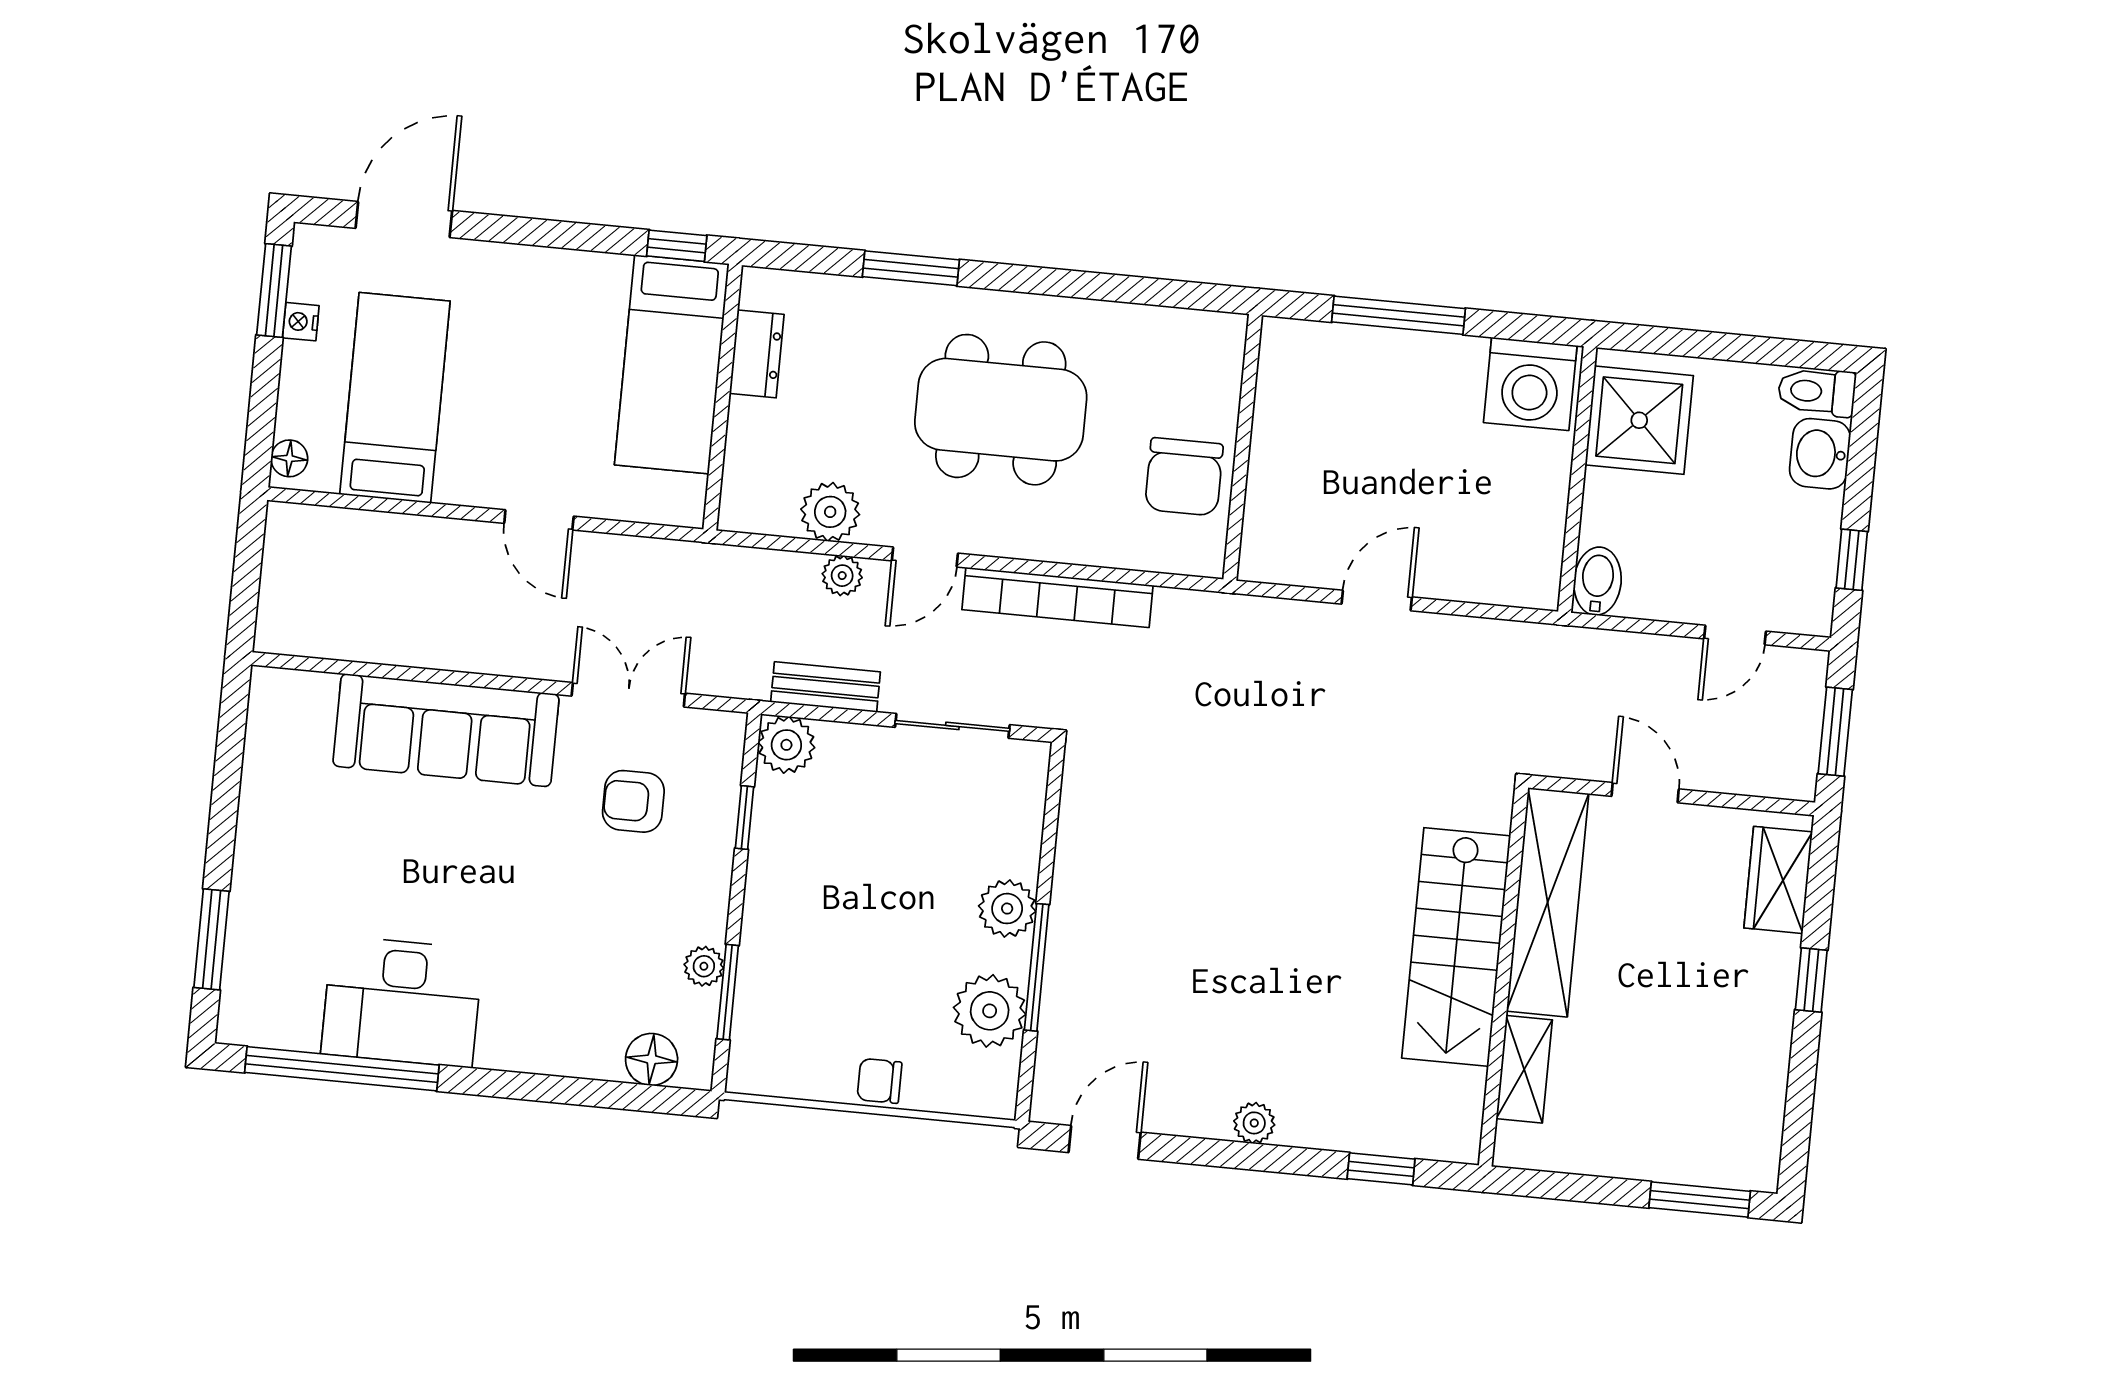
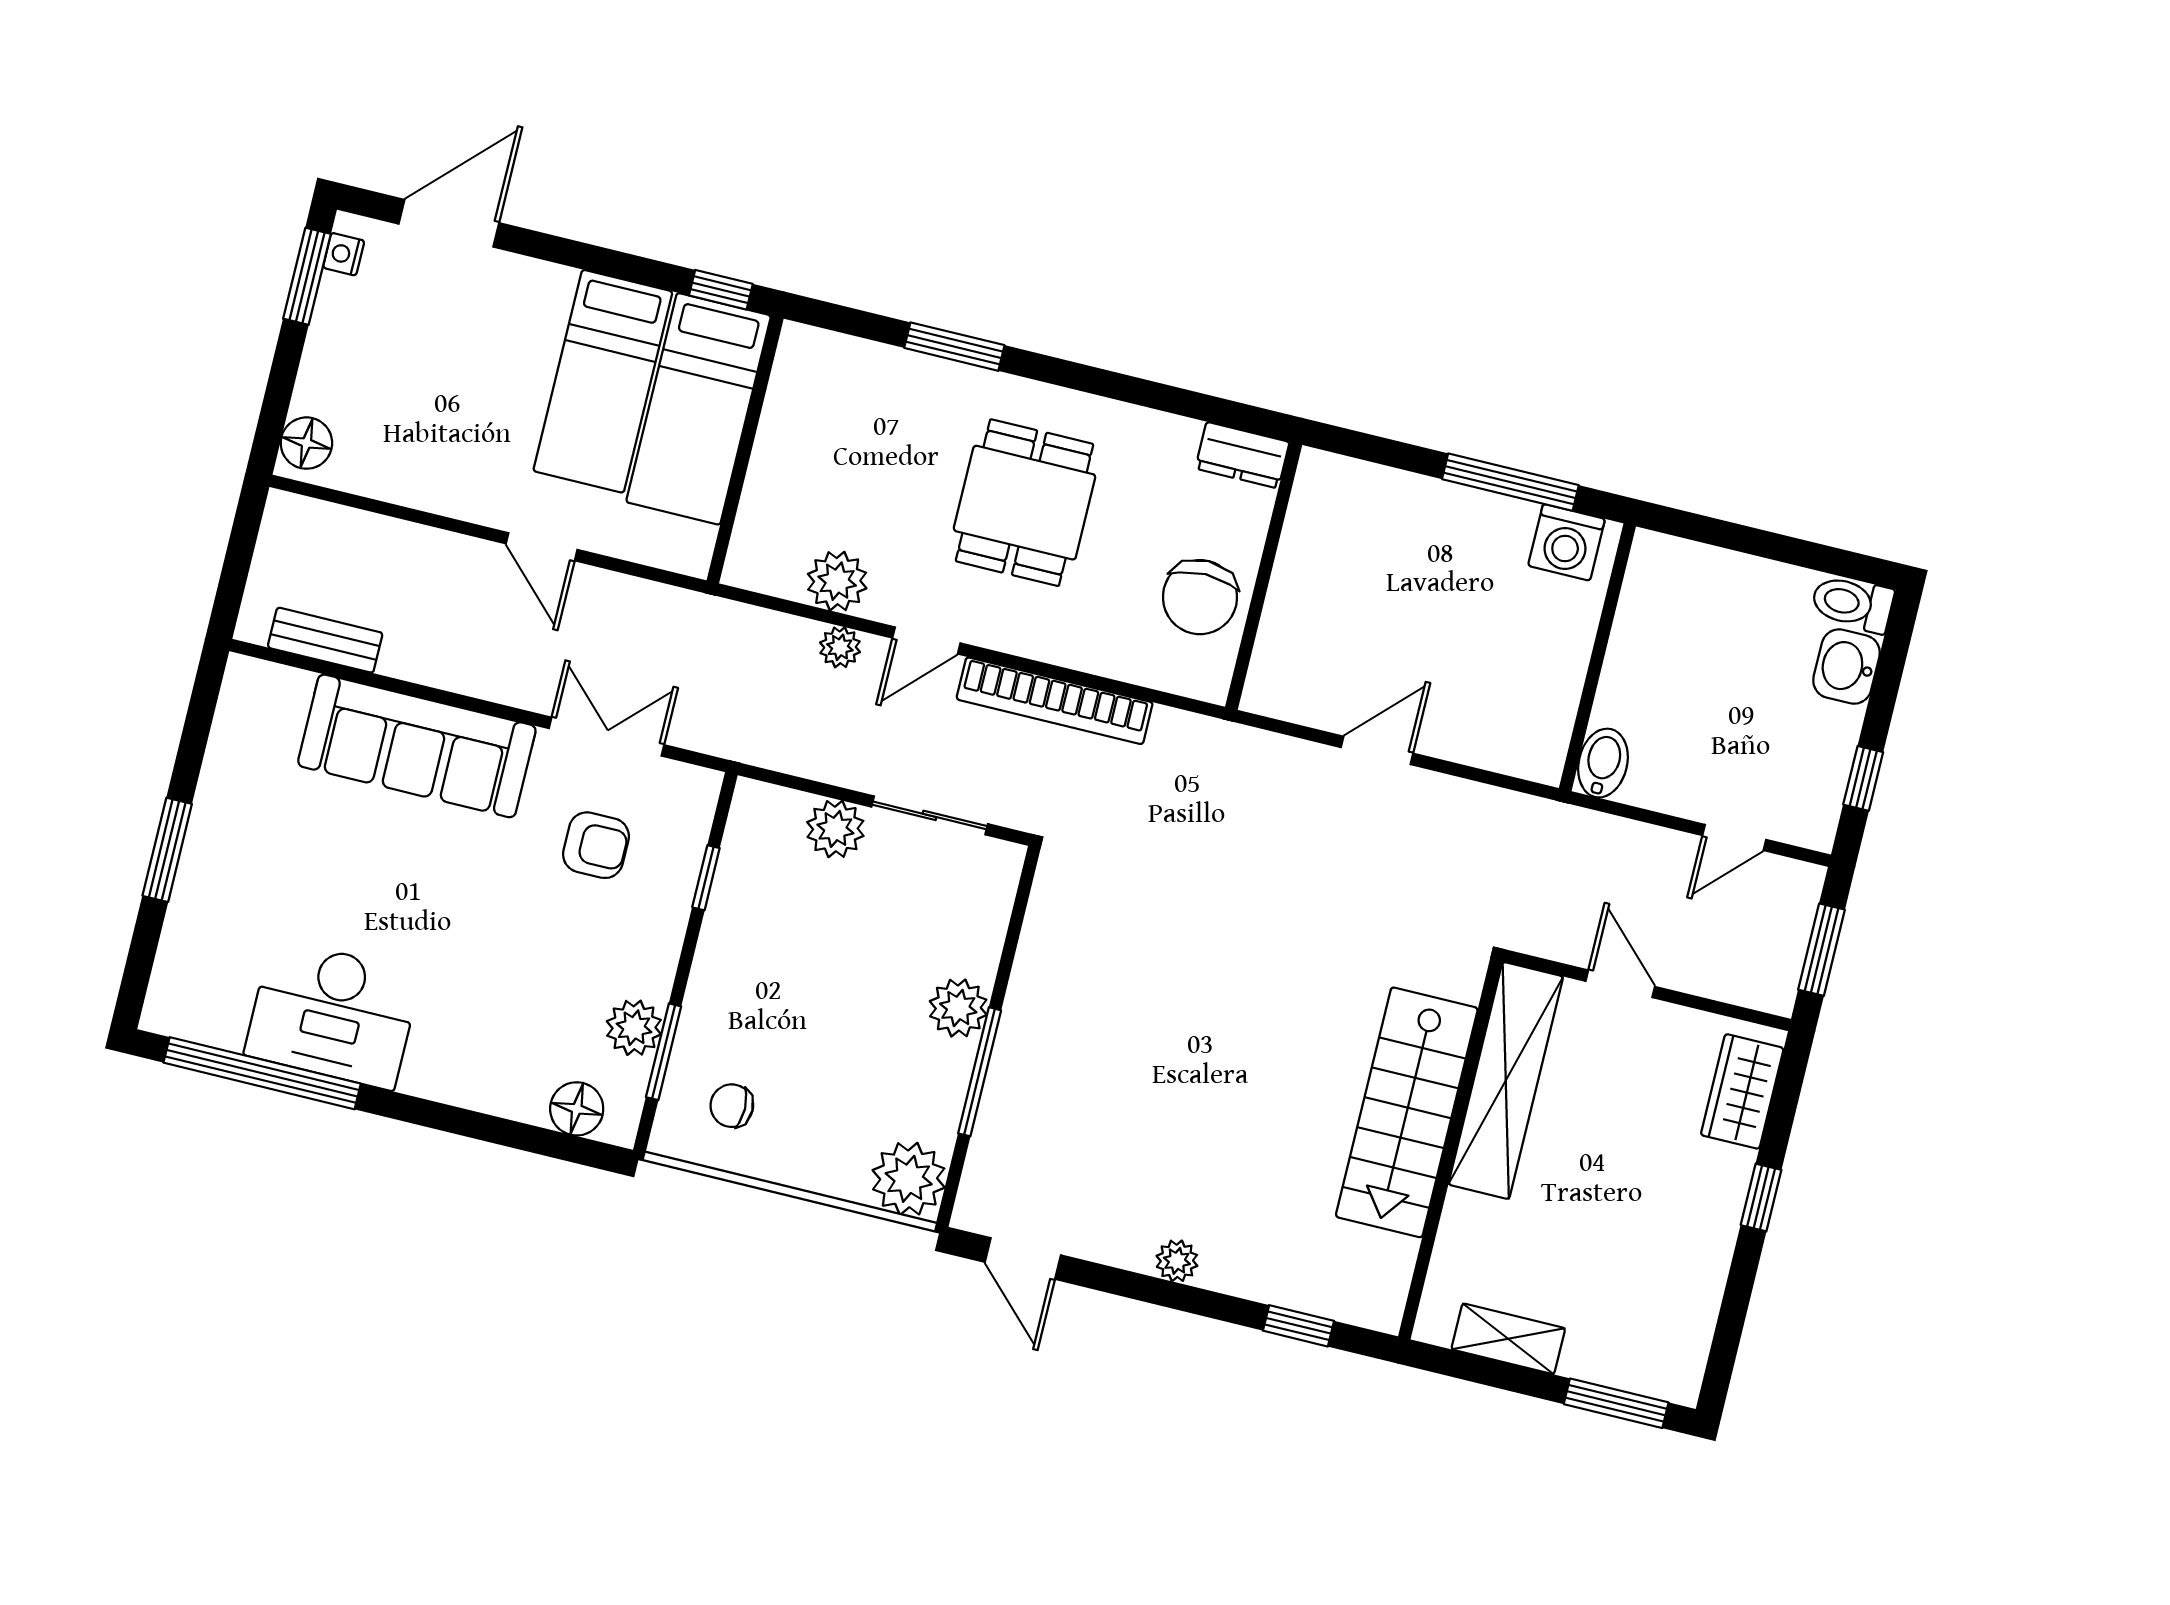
window: (1399, 315) -> (1510, 482), moved
nightstand: (301, 322) -> (344, 254), moved
dresser: (757, 354) -> (1242, 455), moved, turned 90
washing machine: (1530, 384) -> (1567, 542), width x0.73, depth x0.73
bed: (395, 398) -> (603, 381), moved, turned 180
dining table: (1001, 410) -> (1025, 503), width x0.73
shower: (1639, 420) -> (1669, 606), removed
floor lamp: (289, 458) -> (306, 443), width x1.37, depth x1.37
bench: (825, 687) -> (325, 640), moved
plant: (786, 745) -> (835, 829), moved
armchair: (633, 801) -> (596, 845), turned 180
window: (212, 939) -> (167, 850), moved
plant: (704, 966) -> (634, 1028), width x1.38, depth x1.38
plant: (990, 1011) -> (909, 1179), moved
shelving: (1524, 1069) -> (1508, 1339), moved, turned 90
chair: (879, 1081) -> (732, 1106), moved
door: (1105, 1142) -> (1023, 1259), swing flipped

